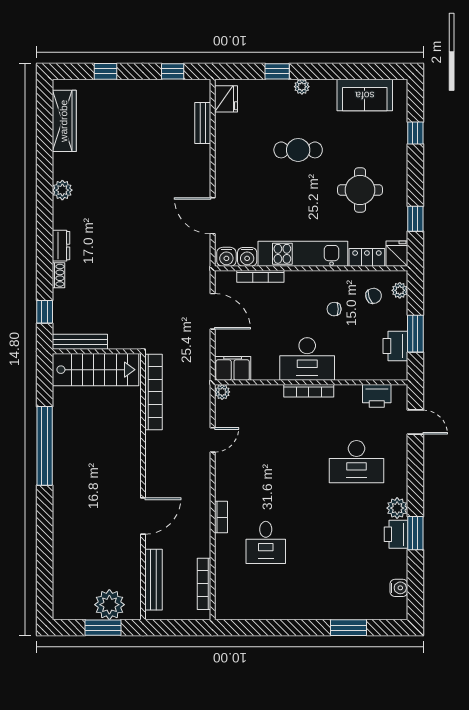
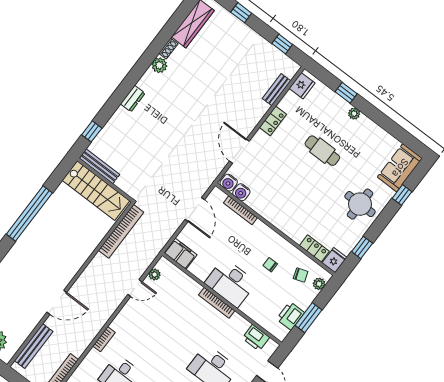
sofa: (365, 95) -> (400, 168), moved, turned 90
locker: (223, 158) -> (273, 121), added
round table: (360, 190) -> (360, 204), moved
kitchen unit: (303, 254) -> (277, 216), removed
shoe rack: (58, 275) -> (168, 49), moved
plant: (222, 392) -> (155, 275), moved

